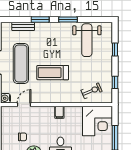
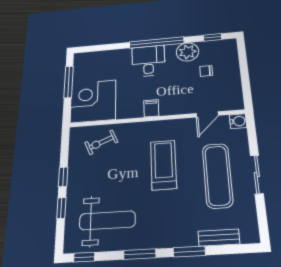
window: (100, 20) -> (84, 257), added
weight bench: (87, 40) -> (107, 220), turned 90
treadmill: (53, 73) -> (164, 165), turned -90
window: (115, 82) -> (63, 177), moved

